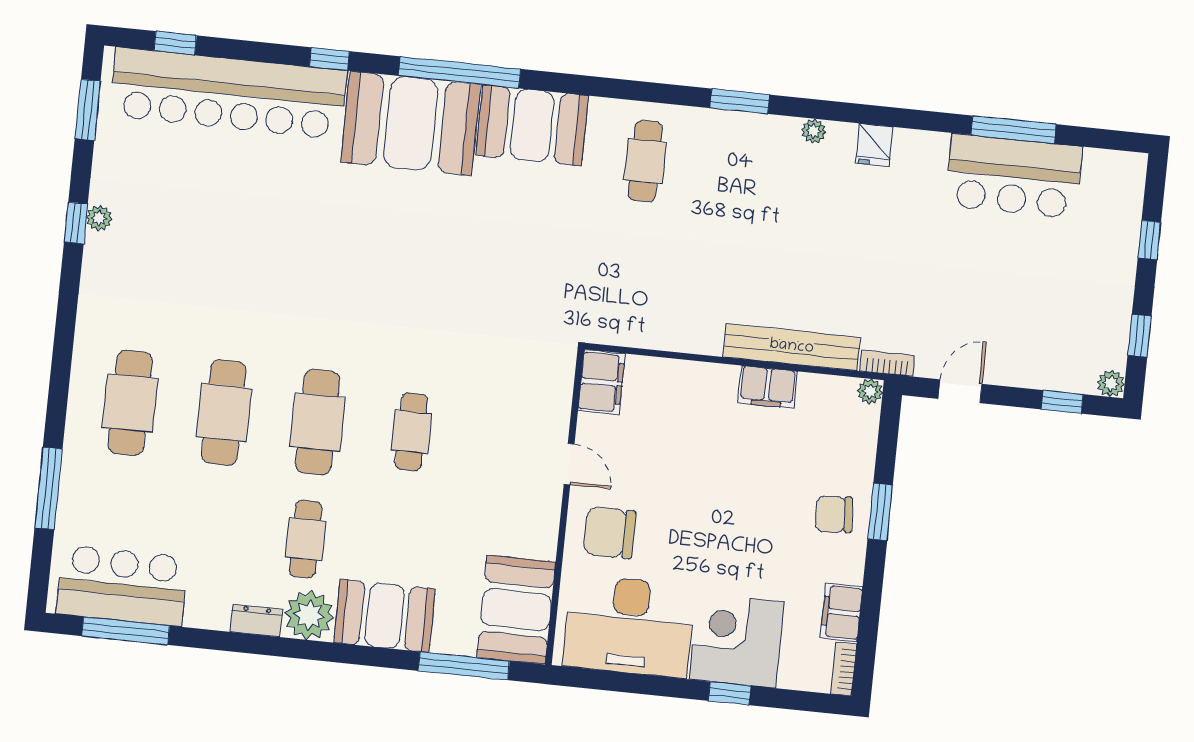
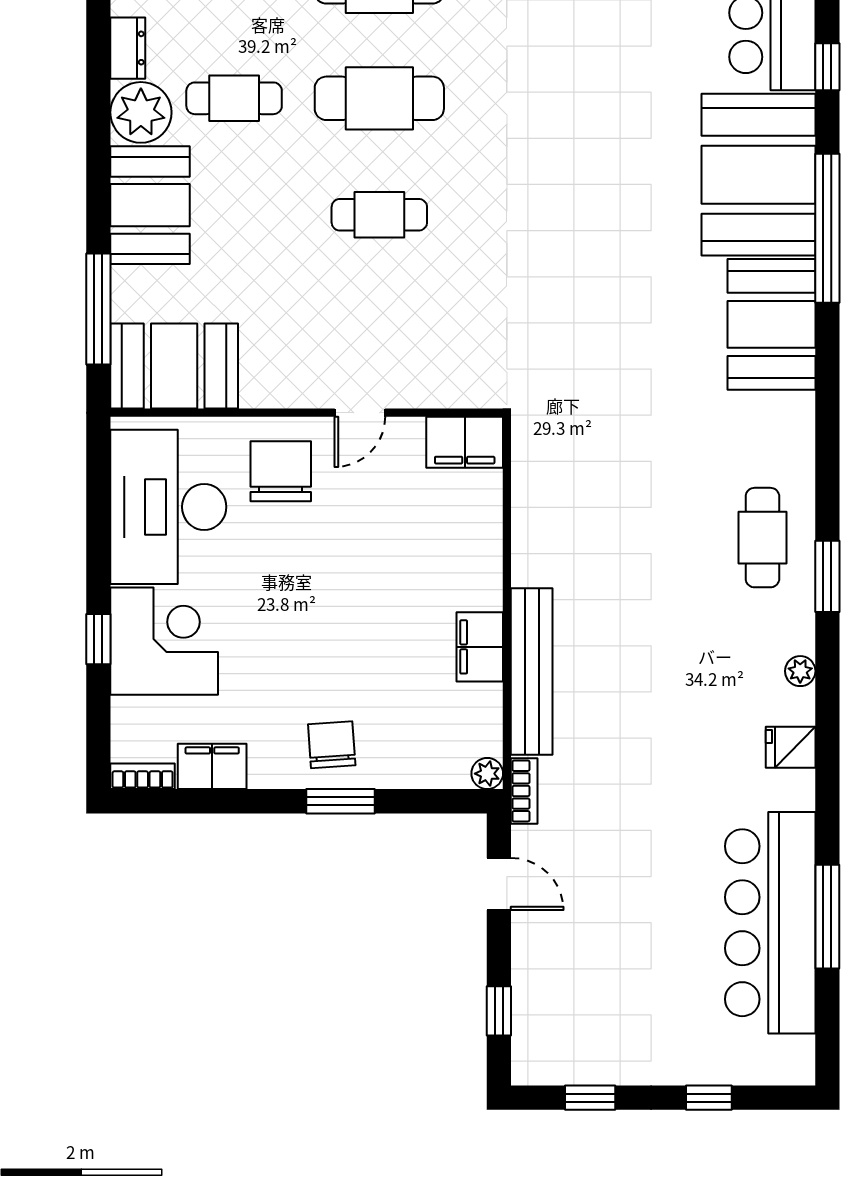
cafe table: (645, 161) -> (762, 538), moved, turned 90
bar counter: (1014, 176) -> (770, 923), width x1.36
plant: (1111, 383) -> (528, 1069), removed

